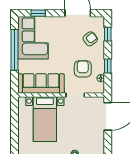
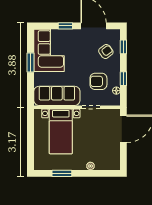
window: (38, 13) -> (65, 26), moved
window: (15, 50) -> (31, 62), width x0.47
armchair: (83, 69) -> (98, 81), turned -90

